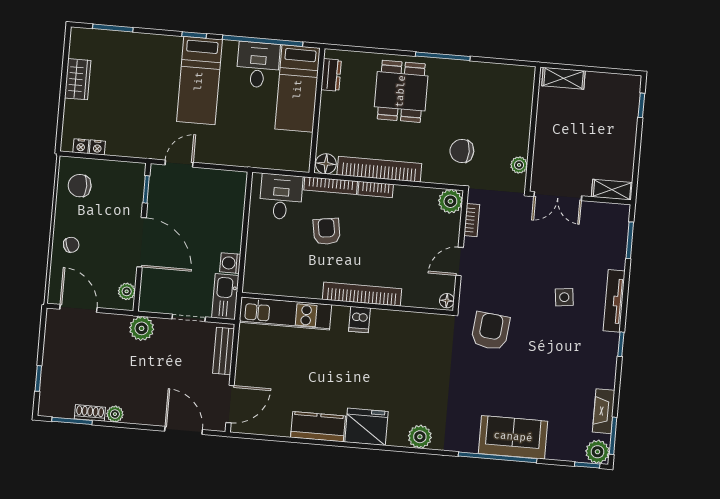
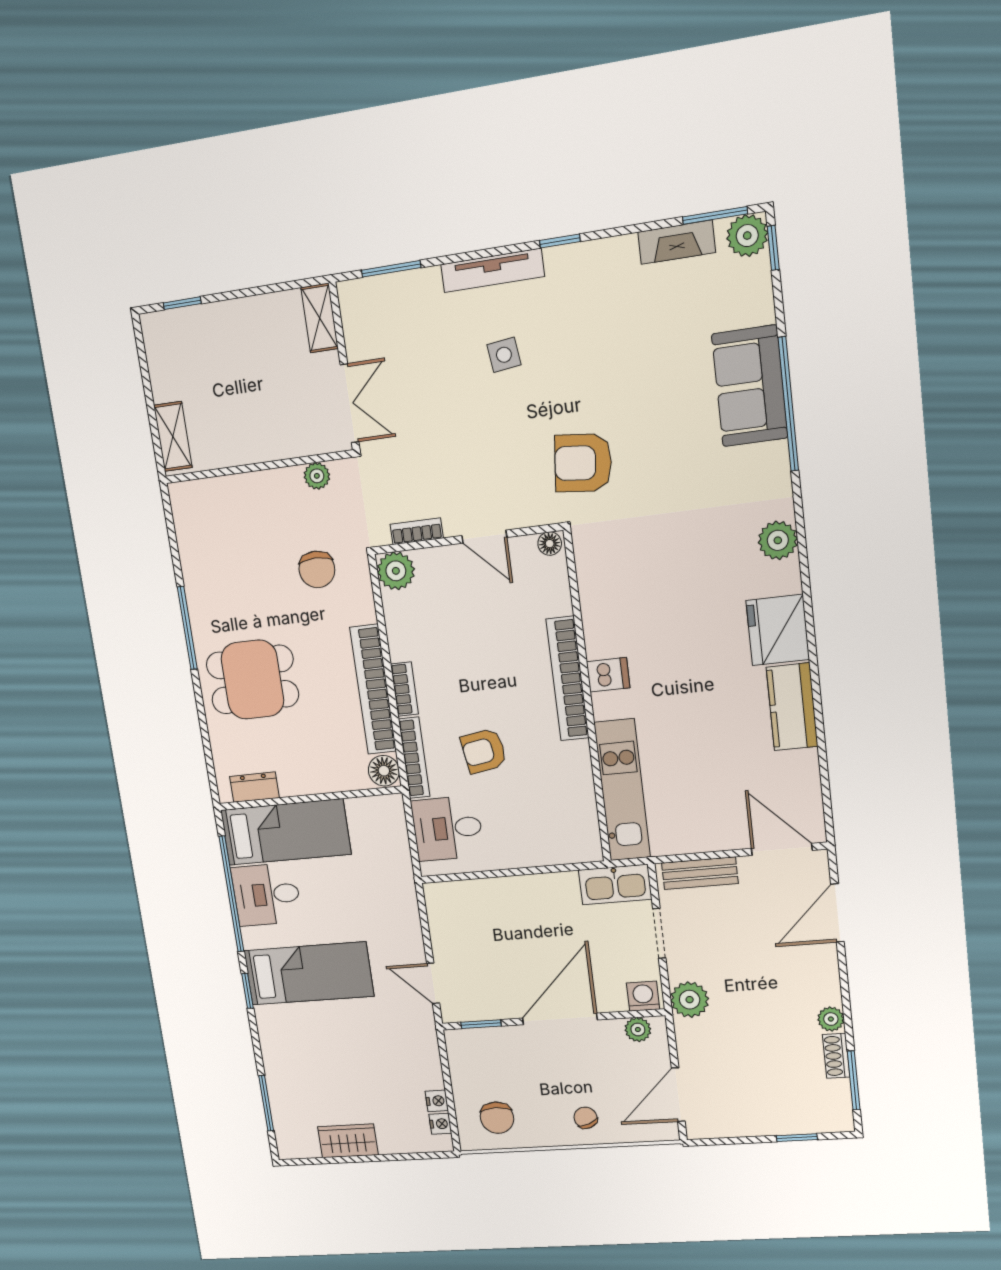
washing machine: (230, 263) -> (643, 996), moved, turned 180

